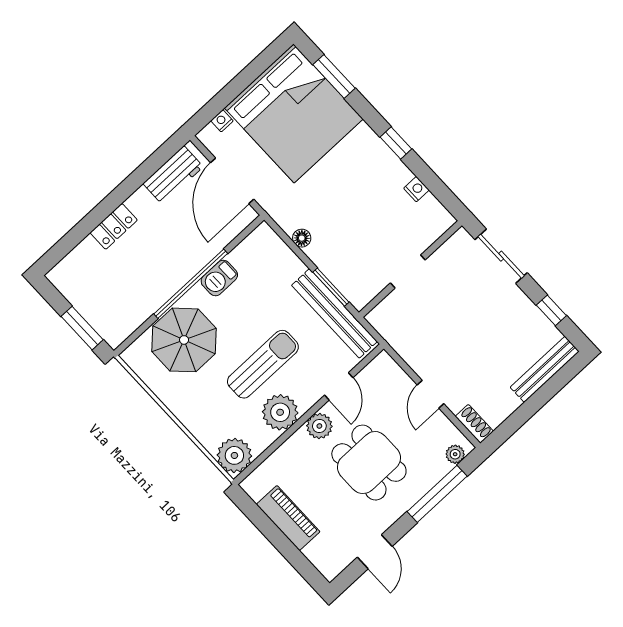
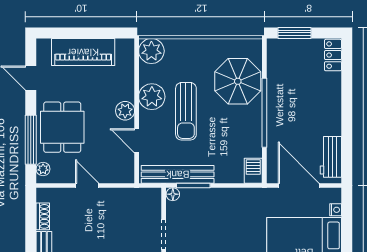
locker: (114, 226) -> (333, 55), moved
floor lamp: (302, 238) -> (173, 194), moved
barbecue: (219, 278) -> (253, 171), moved
shoe rack: (474, 424) -> (43, 216), moved, turned -90
dining table: (369, 463) -> (62, 127), moved, turned 90
piano: (288, 518) -> (83, 52), width x1.37, depth x1.33

